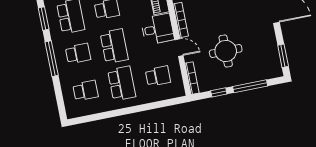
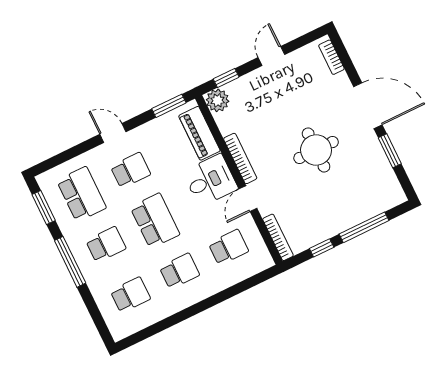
door: (179, 48) -> (248, 199), swing flipped
round table: (226, 51) -> (316, 150), moved
window: (283, 56) -> (390, 151), moved
school desk: (122, 83) -> (179, 271), width x0.54

